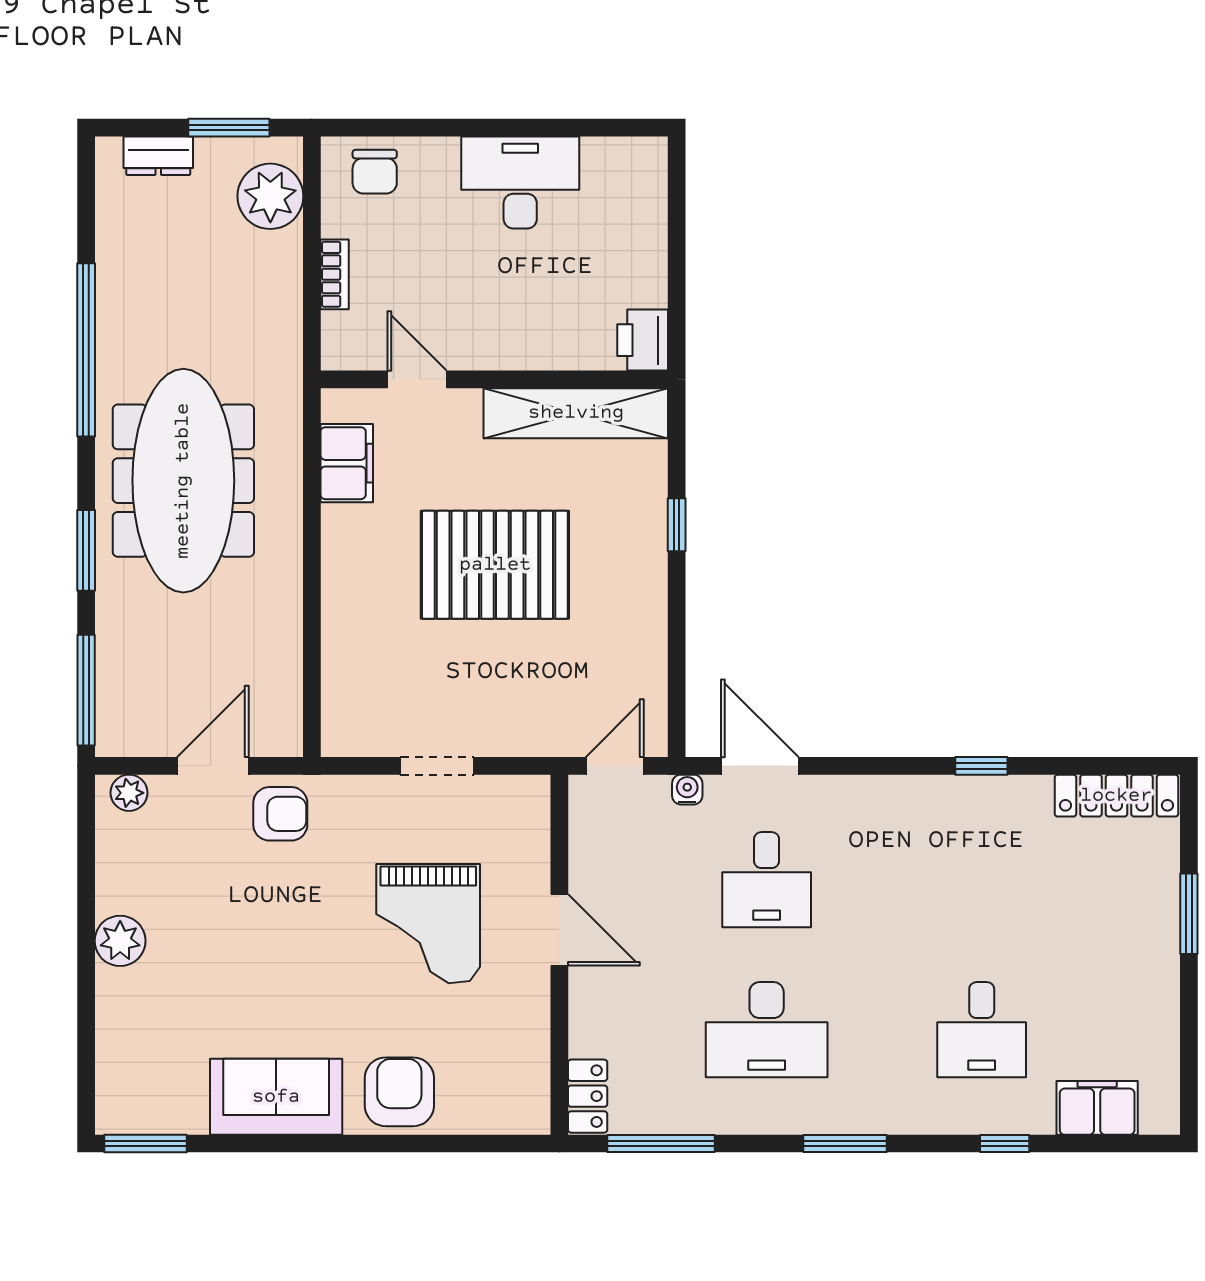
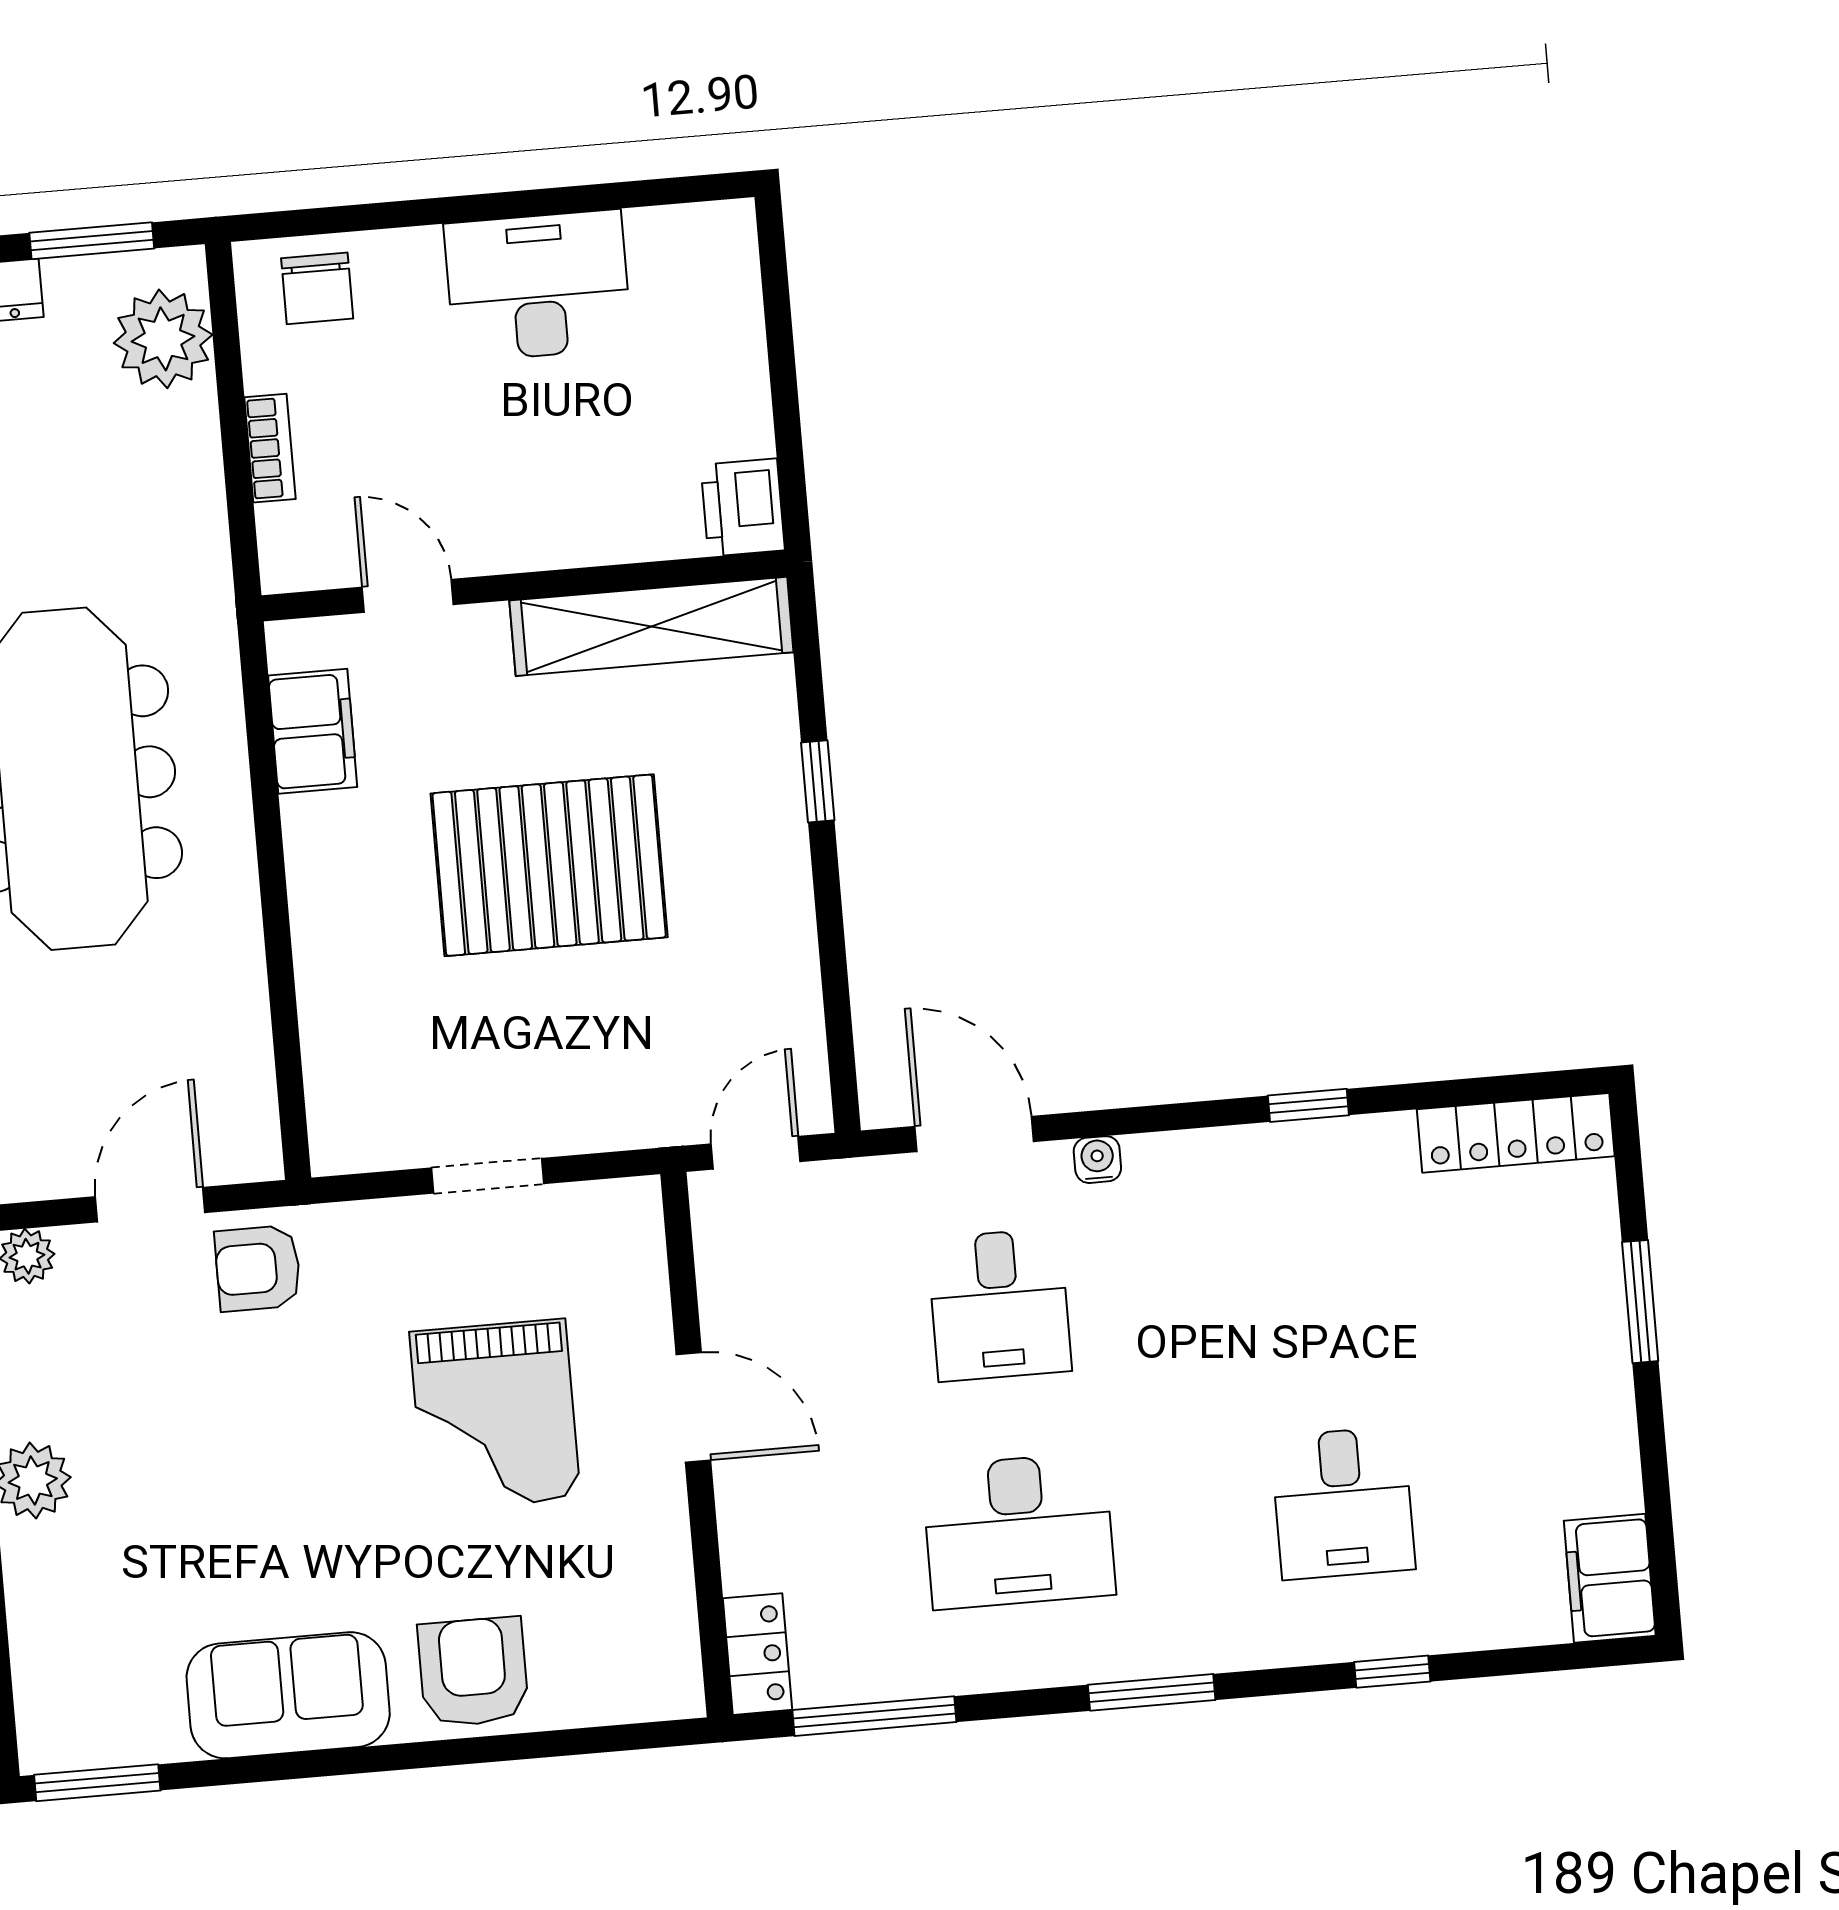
water cooler: (687, 790) -> (1097, 1160), moved
armchair: (280, 814) -> (258, 1268), turned 180
filing cabinet: (1097, 1108) -> (1610, 1578), moved, turned -90

